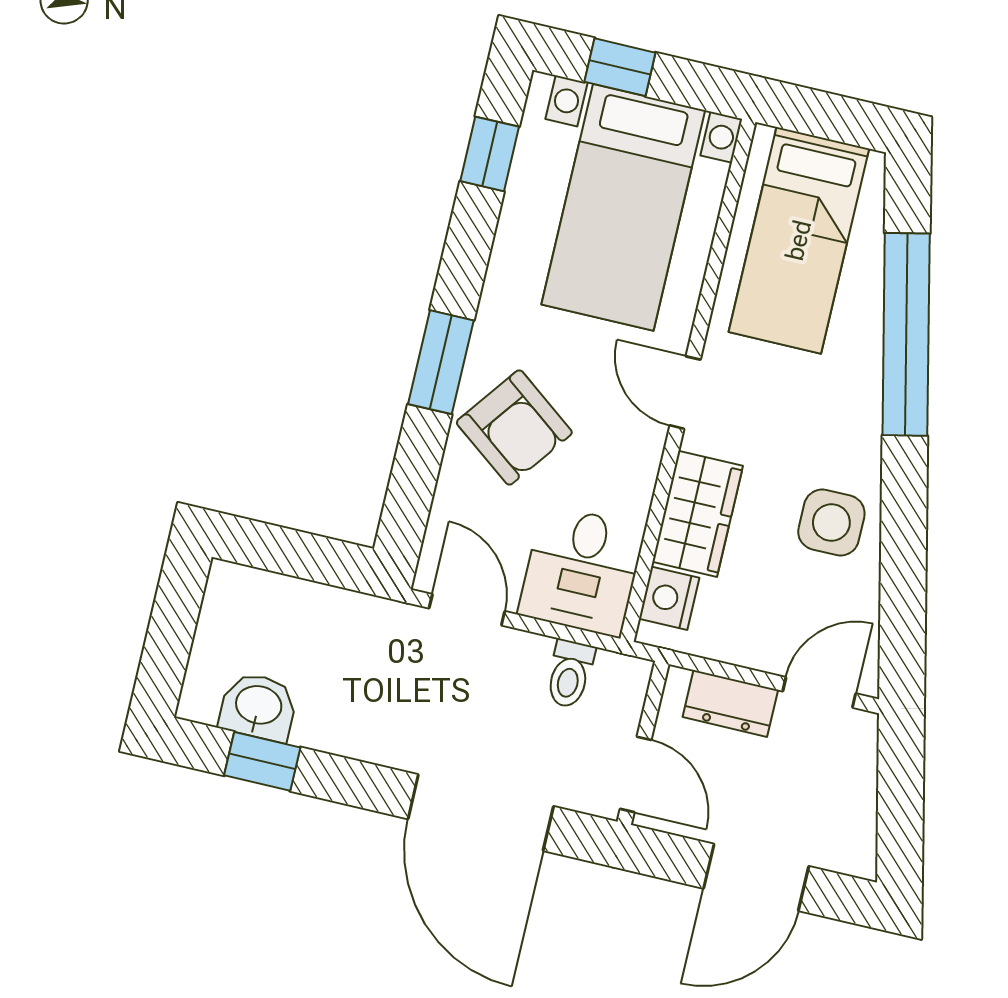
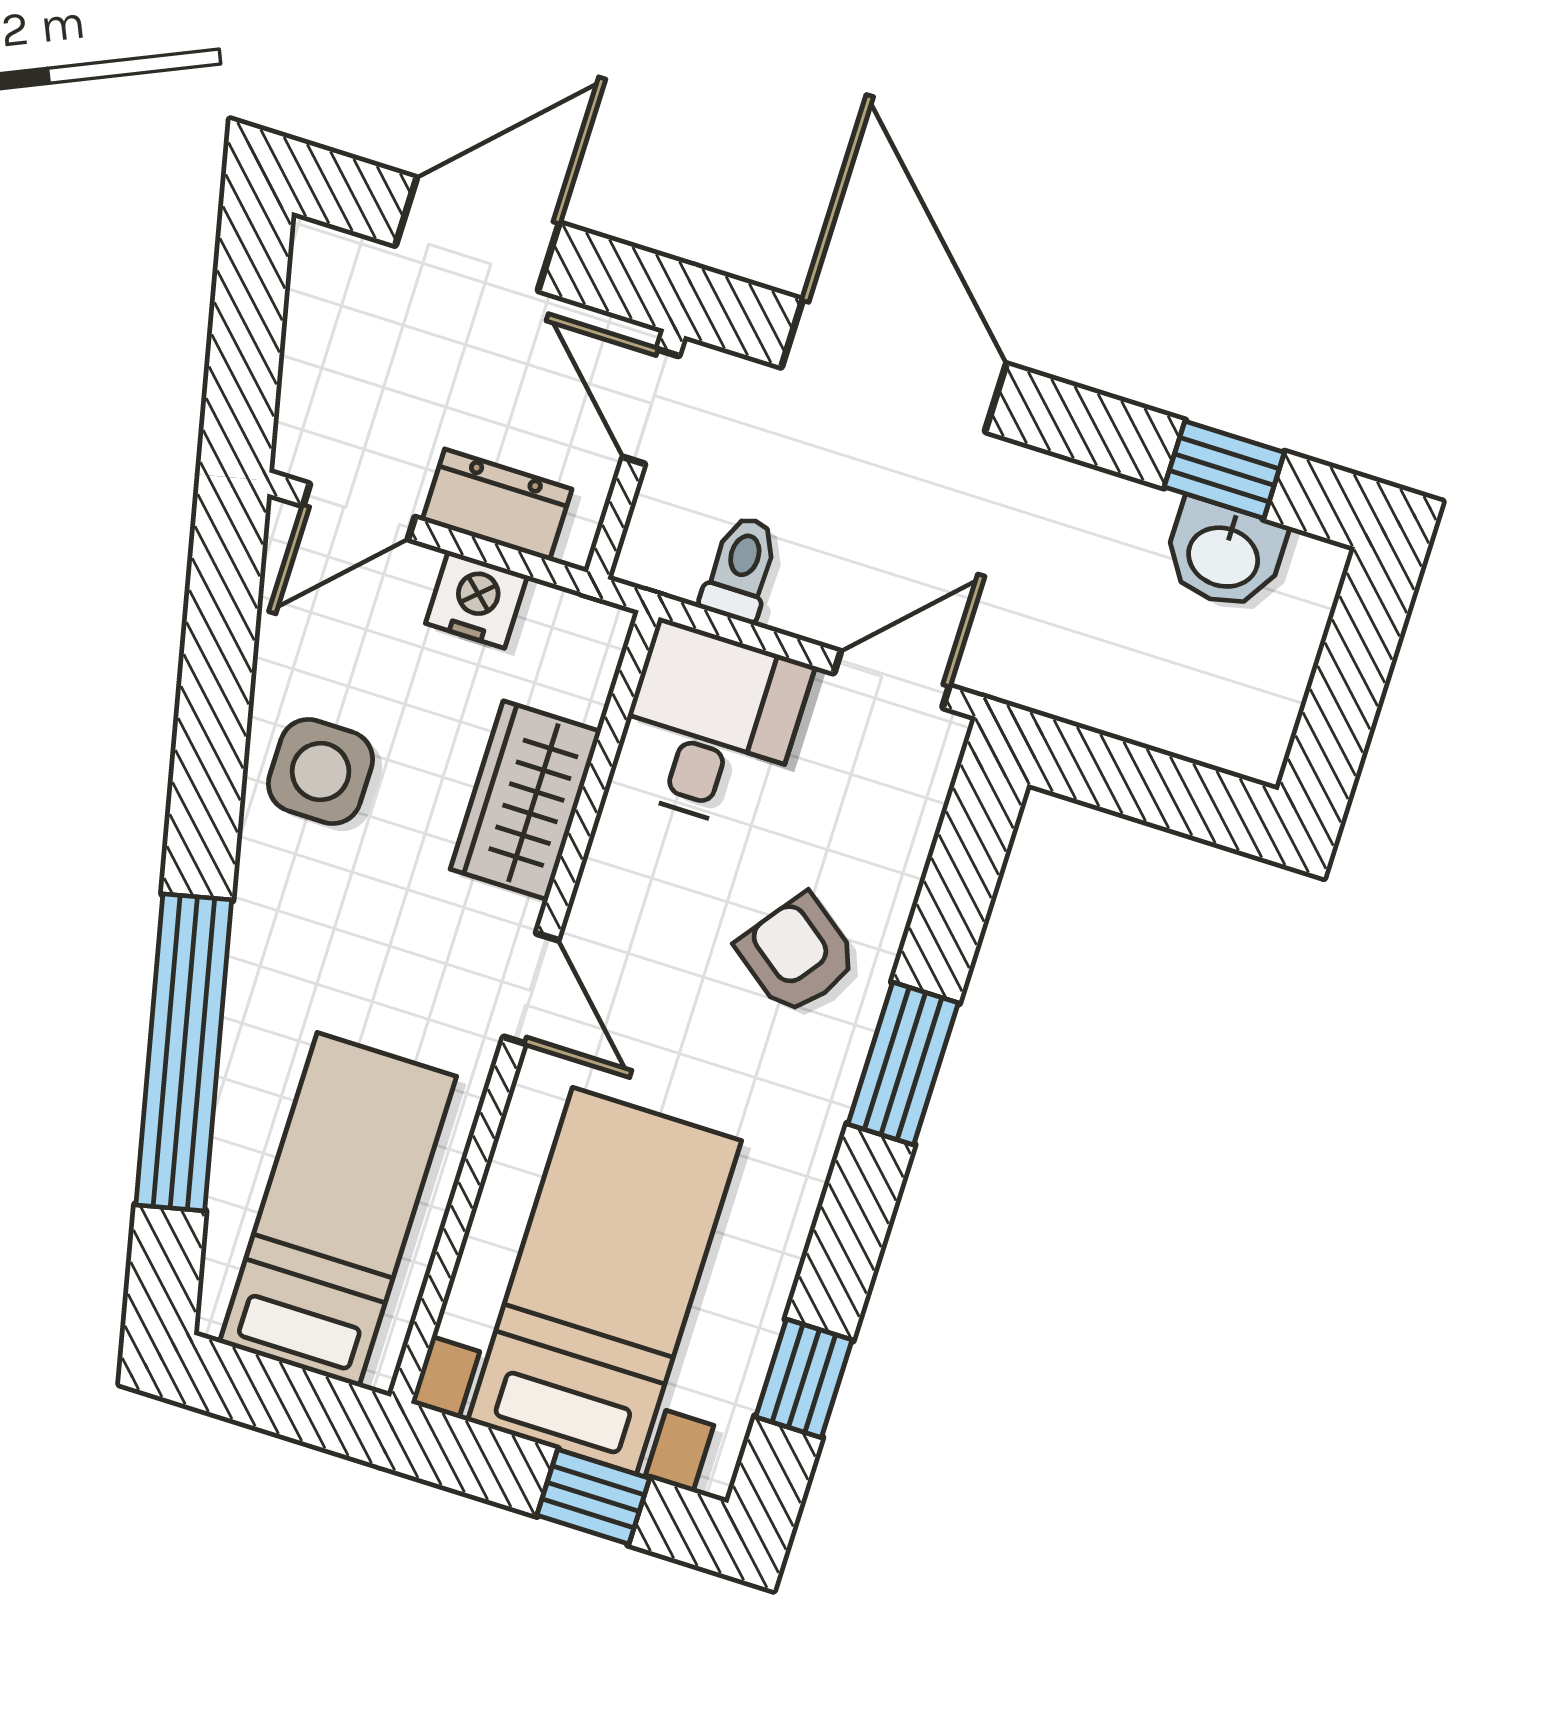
armchair: (514, 427) -> (798, 954), width x0.72, depth x0.72
nightstand: (669, 598) -> (476, 599), moved, turned -90
door: (467, 610) -> (892, 679), swing flipped

